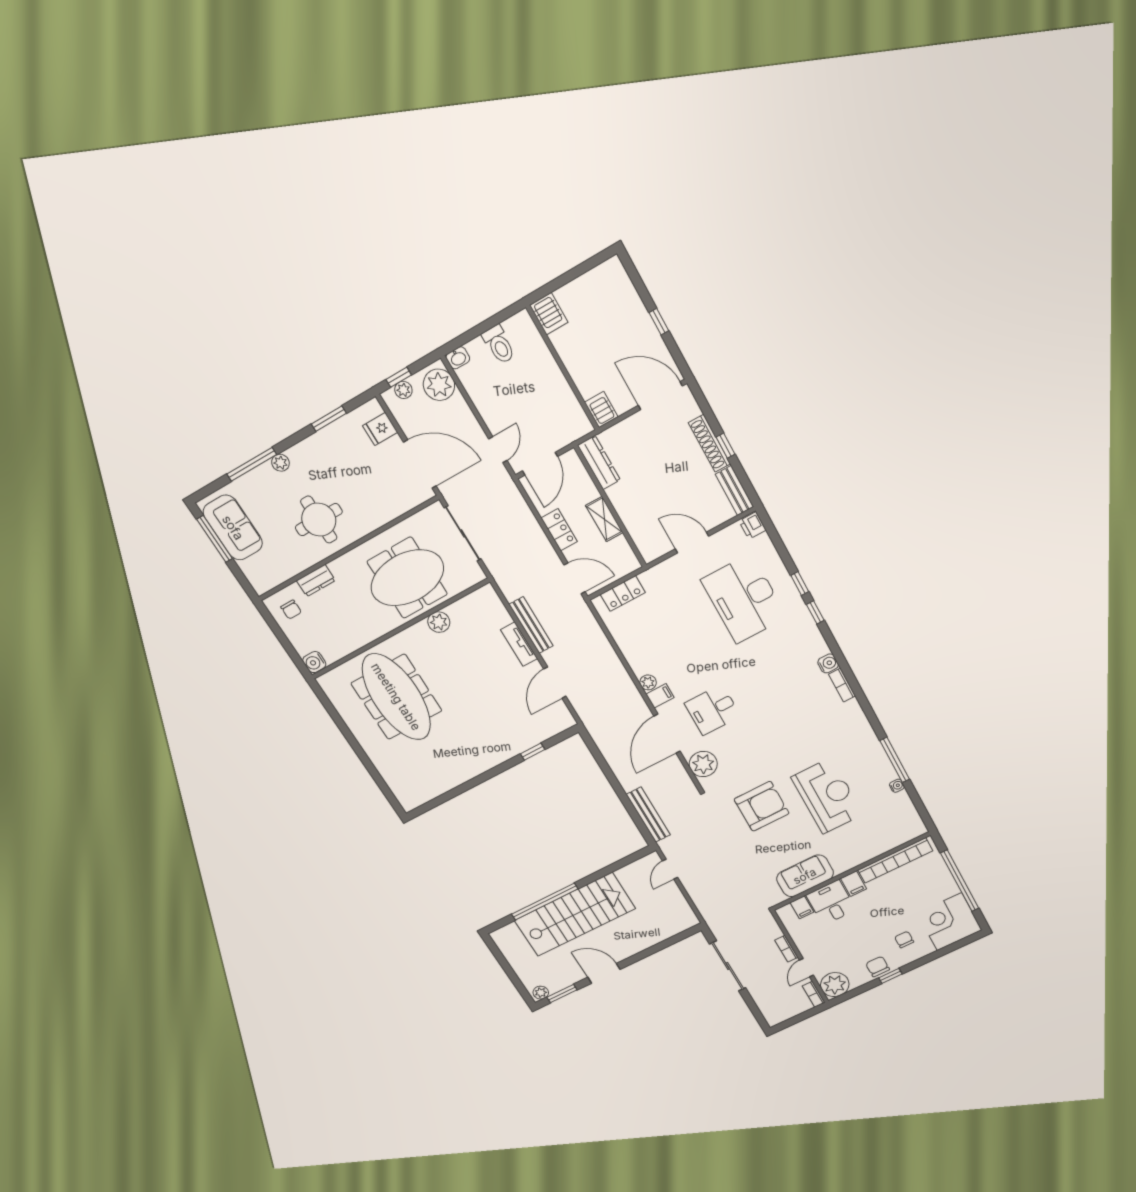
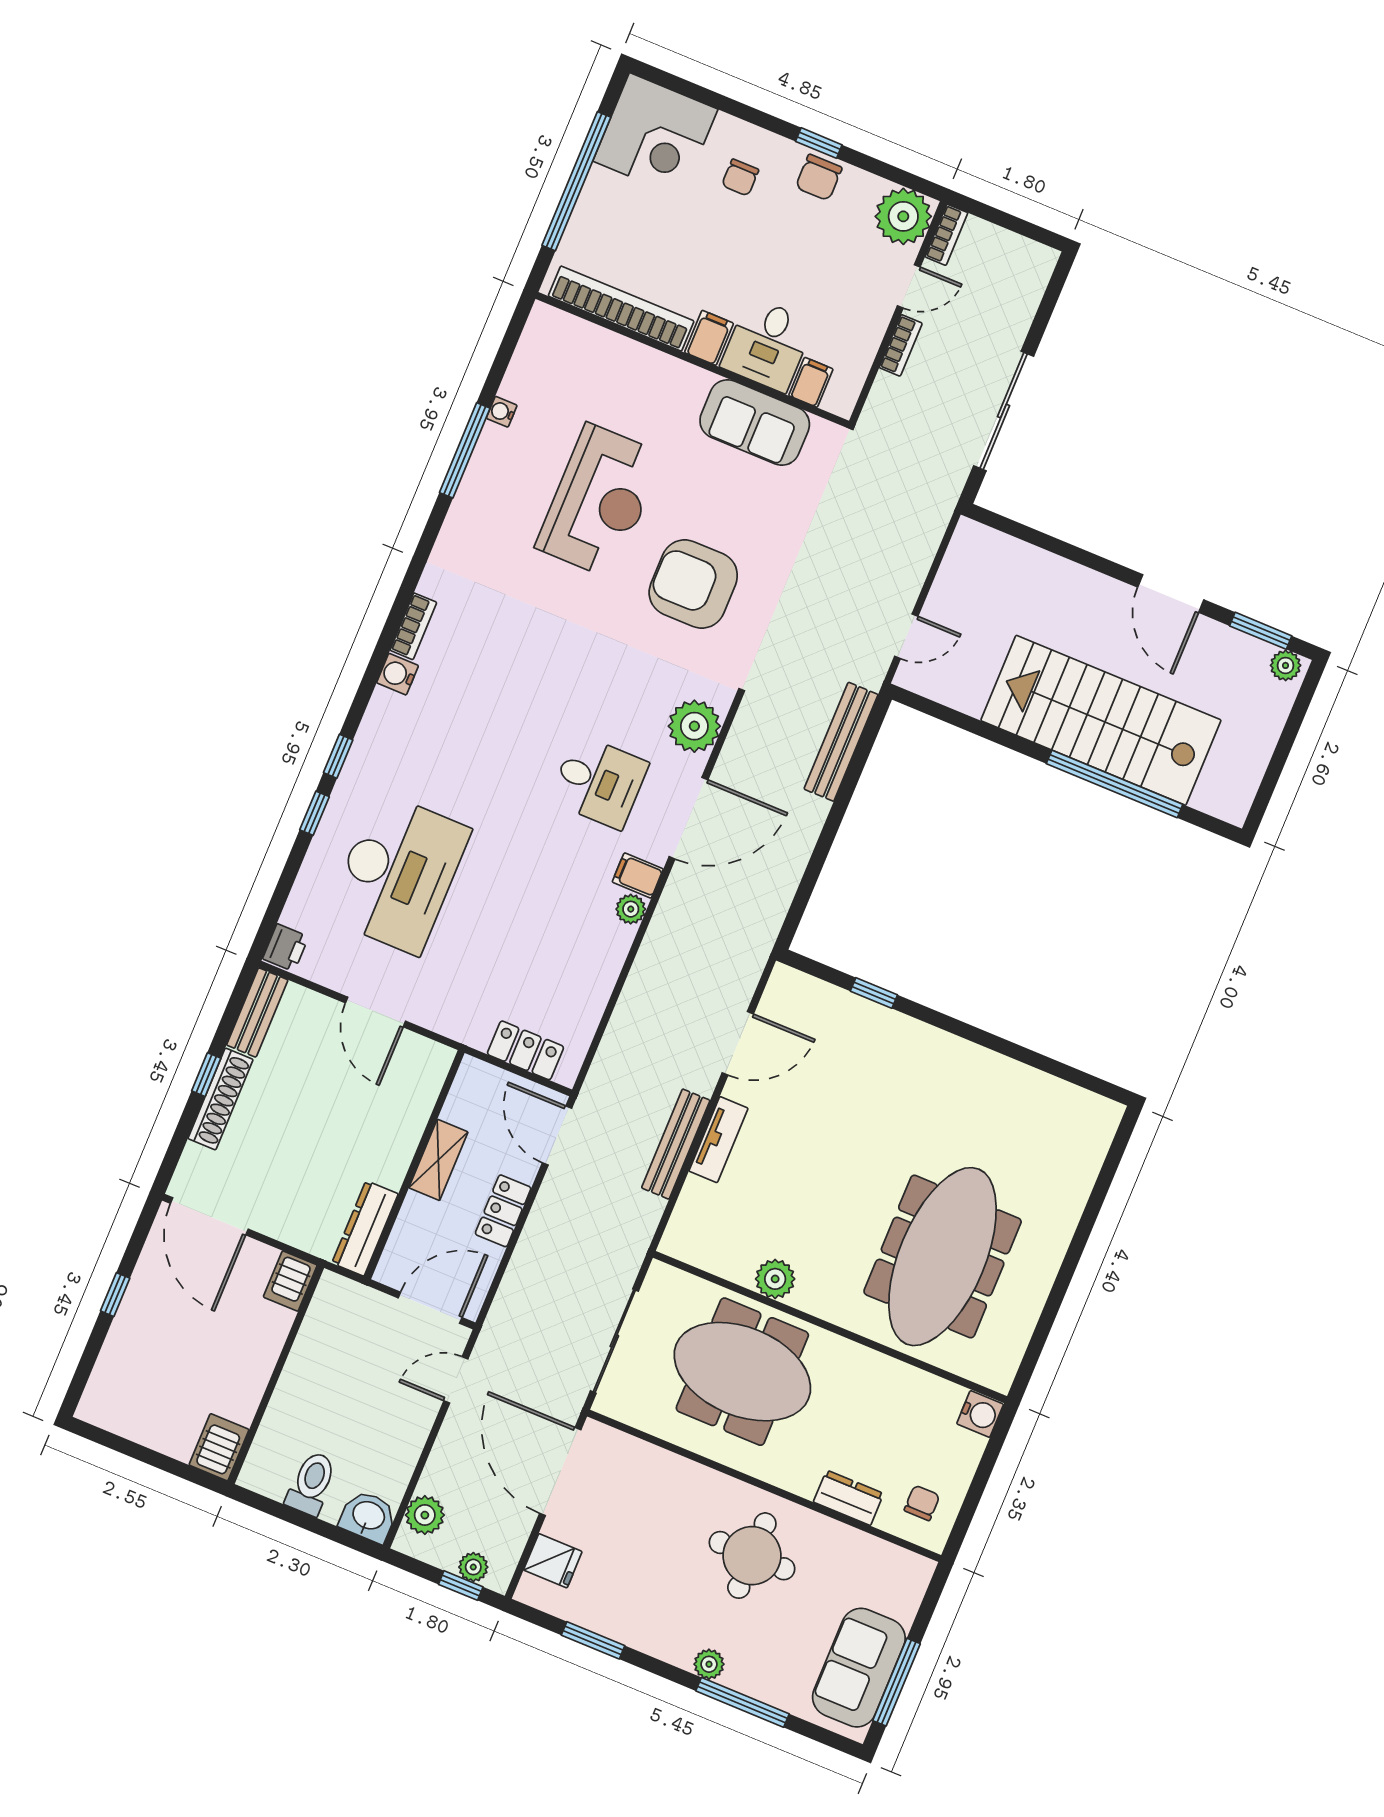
washbasin: (458, 358) -> (368, 1516), width x1.38, depth x1.45
plant: (439, 385) -> (425, 1515), width x0.73, depth x0.73
reception desk: (827, 796) -> (600, 501), turned 180

